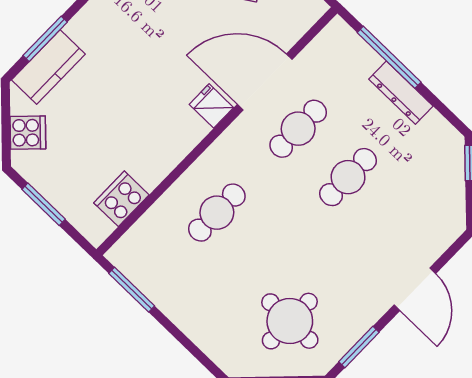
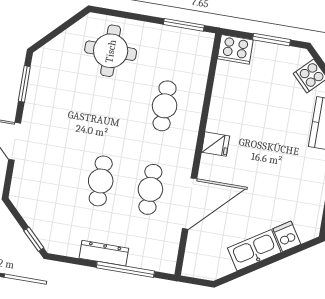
fridge: (211, 106) -> (216, 144), moved
cooker: (121, 199) -> (235, 49), moved, turned 90
round table: (290, 321) -> (111, 51), moved

